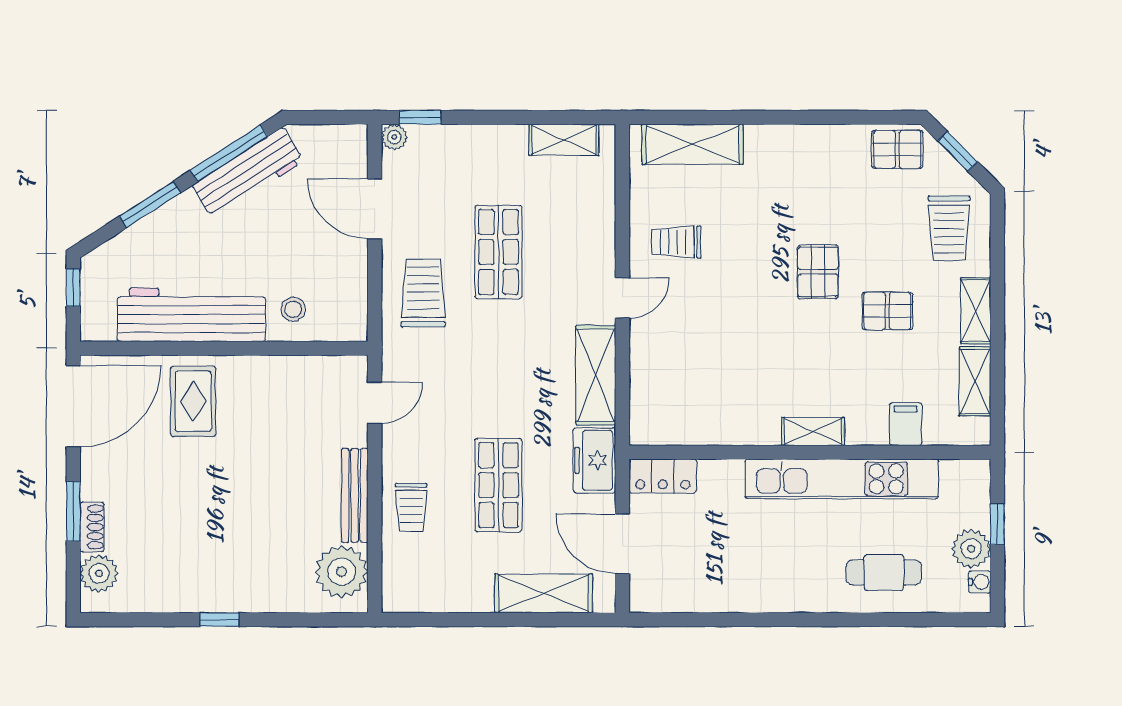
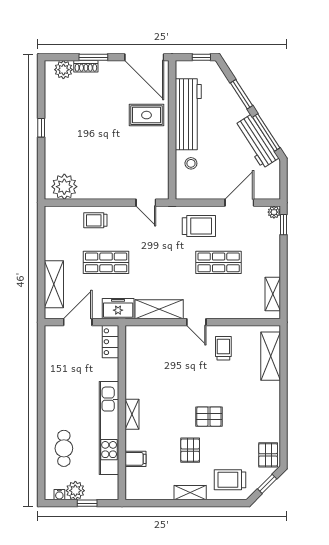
shelving: (975, 381) -> (156, 492), removed
bench: (355, 495) -> (101, 193), removed

